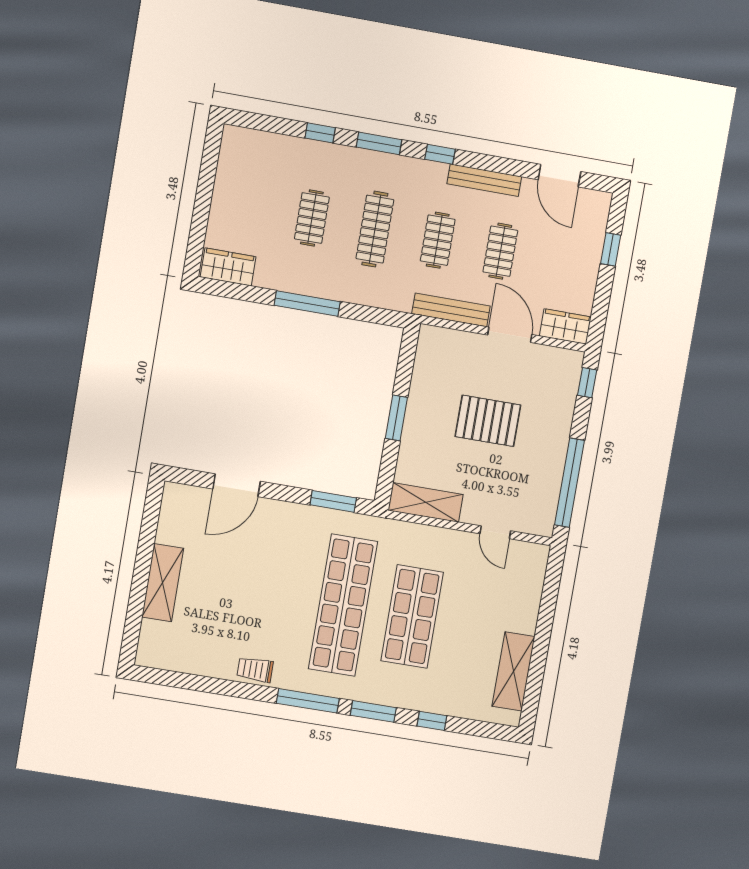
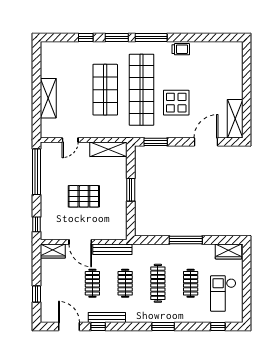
window: (320, 133) -> (218, 327), moved
window: (440, 154) -> (98, 327), moved
checkout: (252, 187) -> (223, 294), added
door: (495, 532) -> (70, 140), swing flipped
display table: (281, 570) -> (176, 103), added
shelving: (163, 583) -> (235, 119), moved
shelving: (513, 671) -> (48, 98), moved

